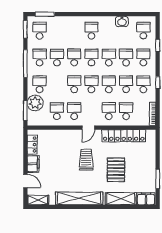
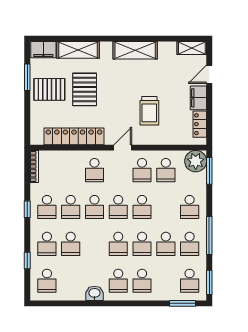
washbasin: (122, 21) -> (94, 293), moved
school desk: (109, 57) -> (142, 281), moved
plant: (35, 103) -> (196, 161), moved
school desk: (126, 111) -> (71, 170), removed
trolley: (86, 160) -> (149, 111), moved
pallet: (142, 170) -> (49, 89), added
door: (25, 181) -> (209, 74), hinge flipped
shelving: (79, 198) -> (135, 50), width x0.68

